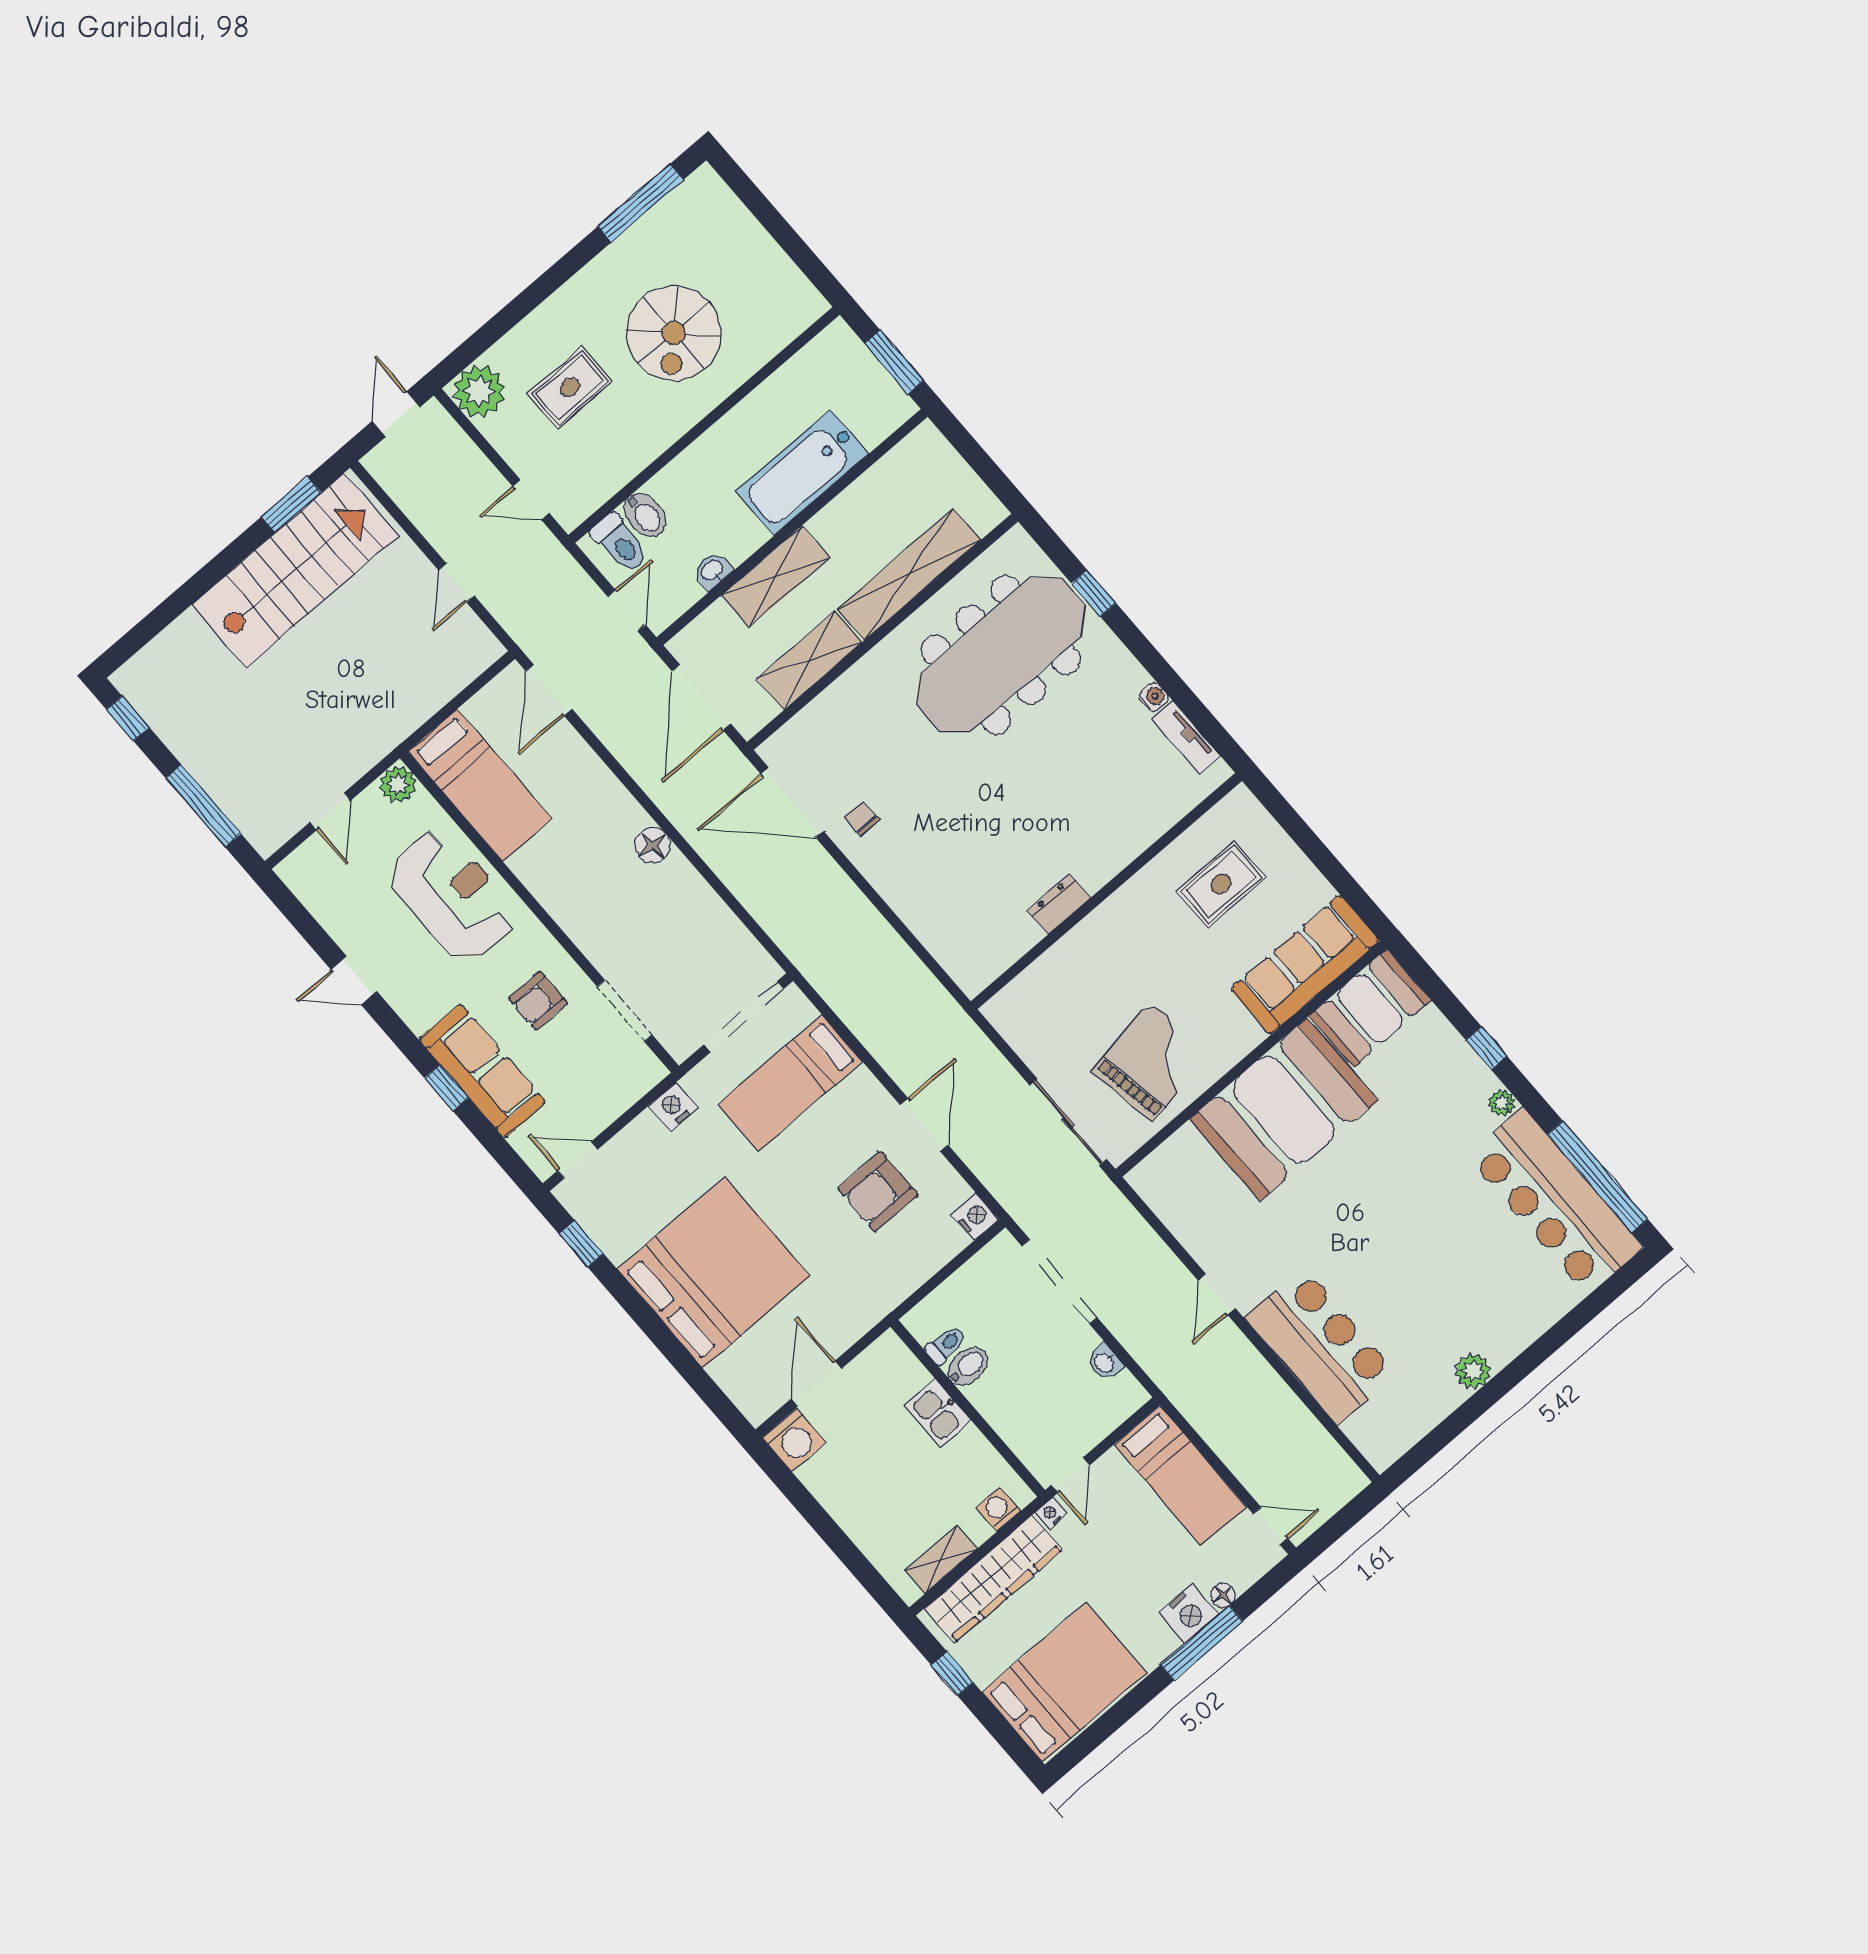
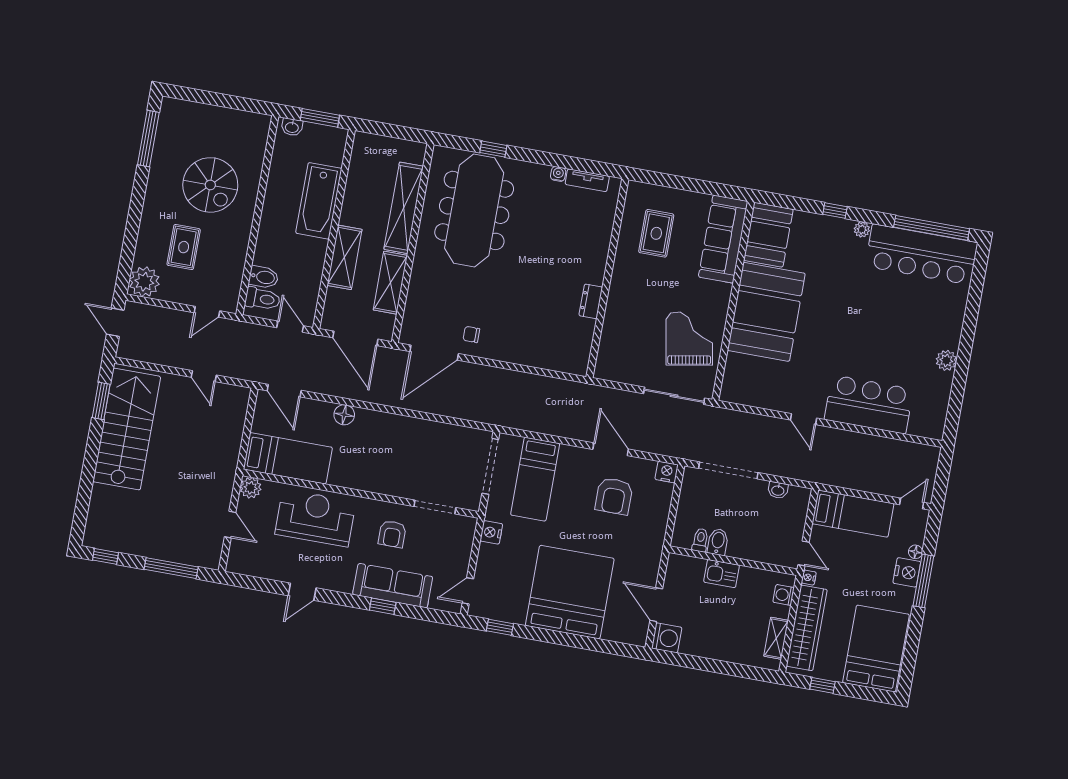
washbasin: (712, 571) -> (292, 127), moved, turned -90
floor lamp: (653, 845) -> (344, 415), moved

